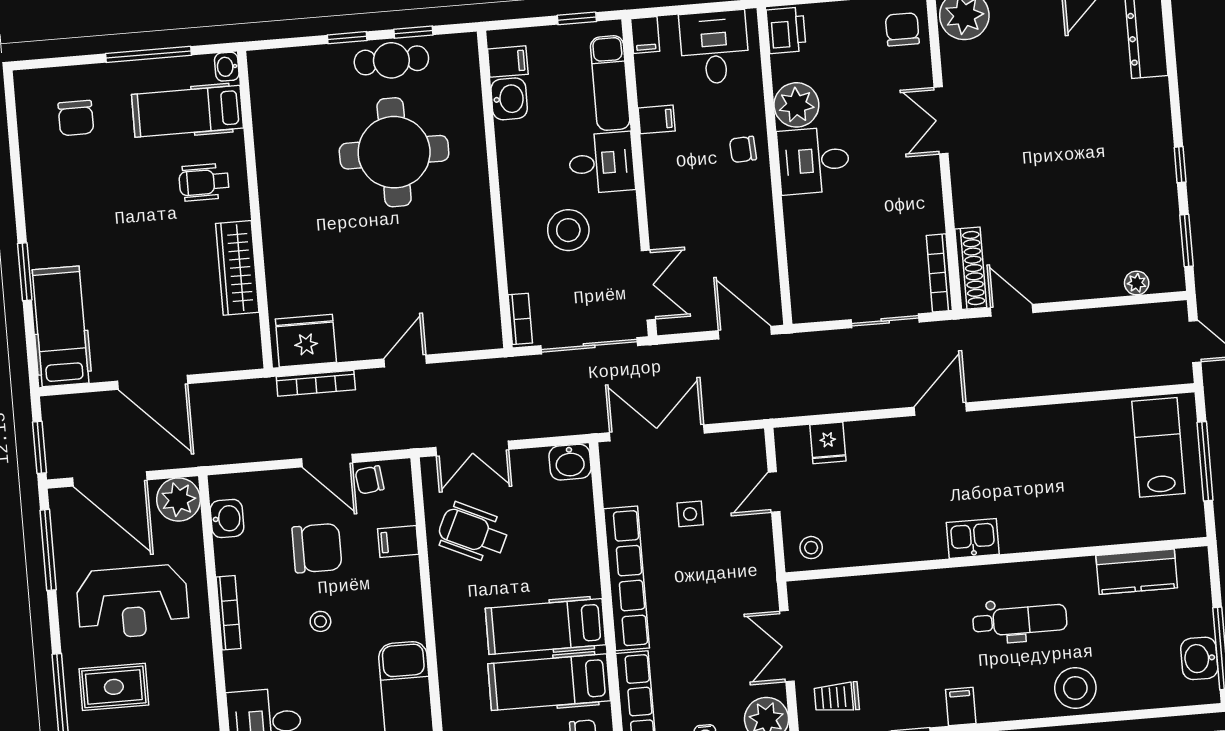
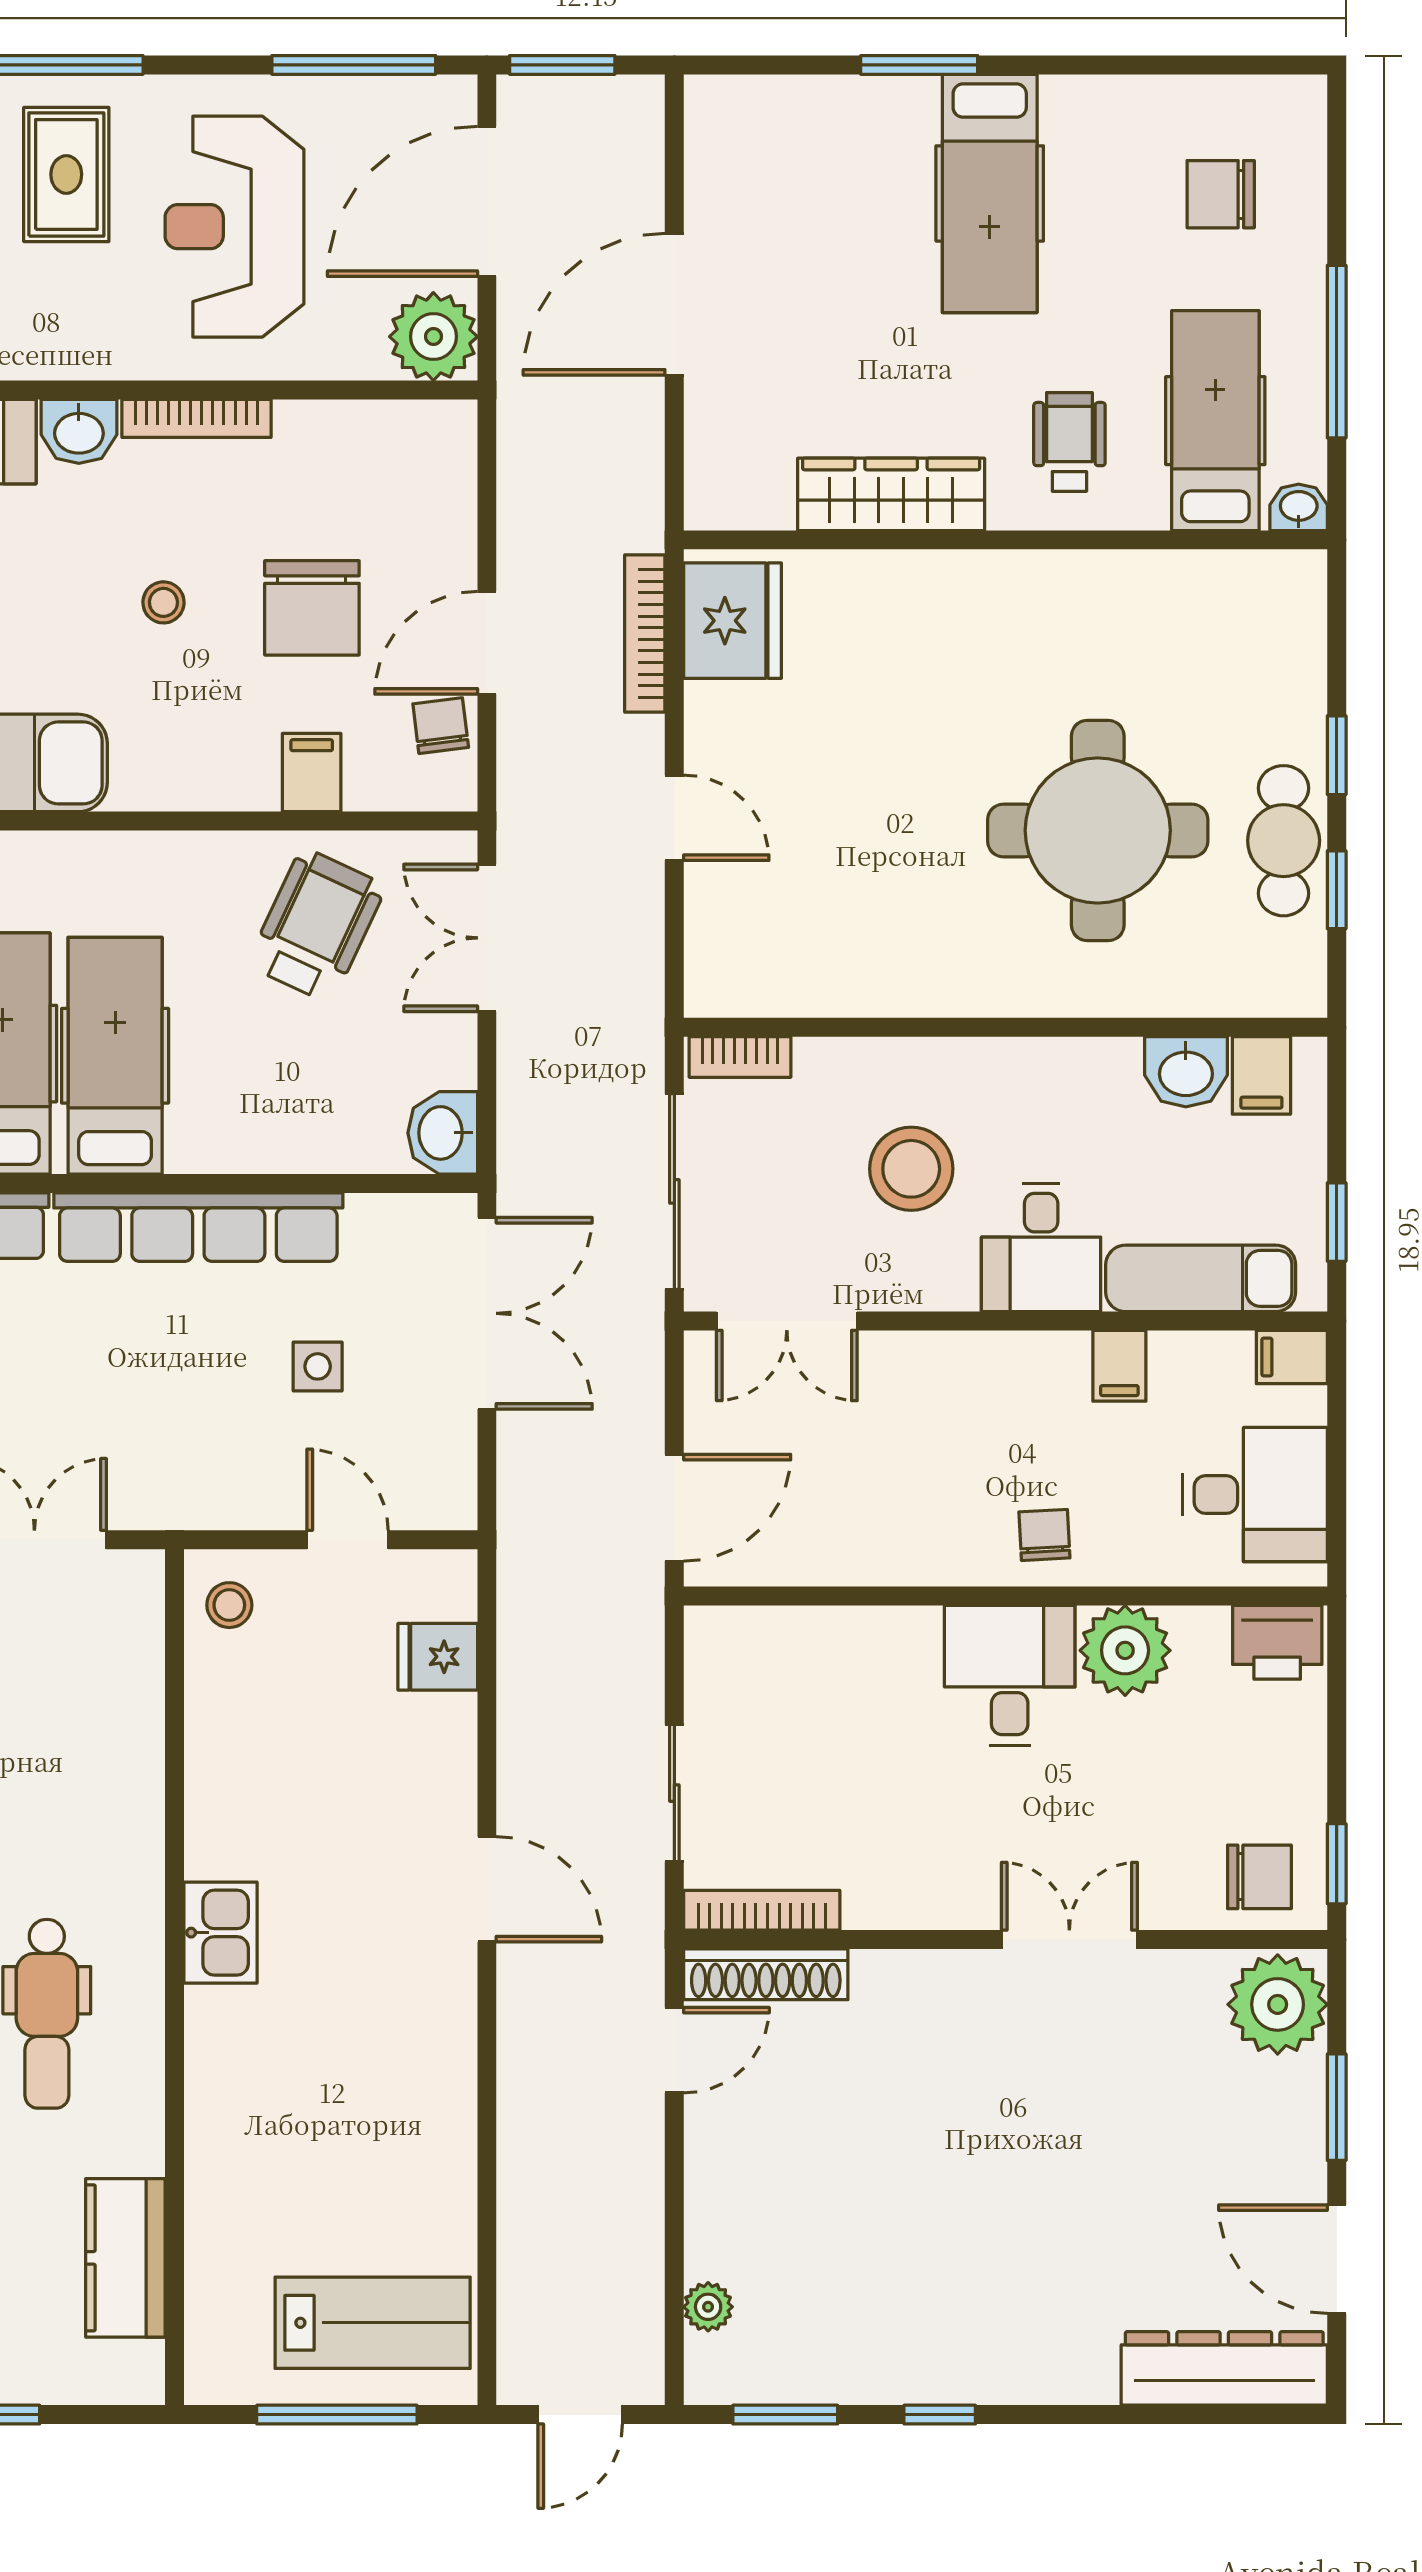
hospital bed: (61, 326) -> (990, 193), moved, turned 90
washbasin: (227, 518) -> (79, 431), moved

